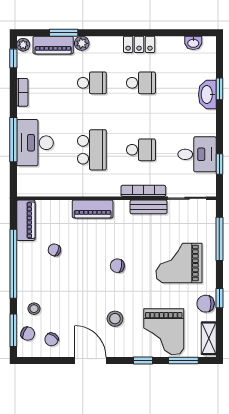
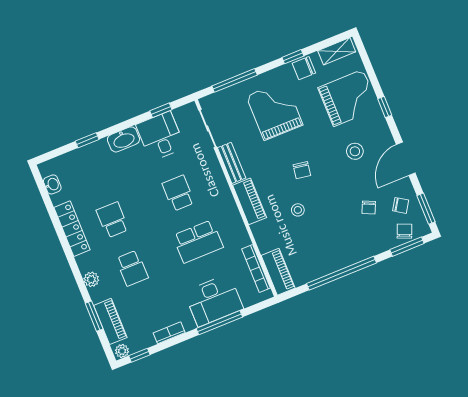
plant: (82, 43) -> (91, 279), moved
locker: (139, 44) -> (72, 229), width x1.53
school desk: (92, 83) -> (132, 268), turned 180
washbasin: (207, 95) -> (123, 139), moved
school desk: (92, 150) -> (198, 241), turned 180
bookcase: (143, 191) -> (256, 268), moved
piano: (93, 209) -> (250, 201), moved
piano: (26, 220) -> (278, 272), moved, turned 90
chair: (54, 250) -> (369, 207), moved
grand piano: (179, 263) -> (275, 111), turned 180
chair: (206, 304) -> (304, 68), turned 90
stool: (34, 309) -> (298, 210), moved
window: (183, 360) -> (426, 209), moved

